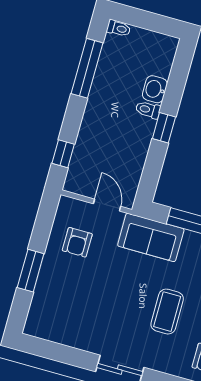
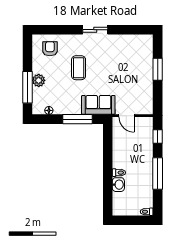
window: (87, 68) -> (158, 174), moved
window: (164, 128) -> (108, 165), removed
armchair: (77, 242) -> (137, 91), removed

